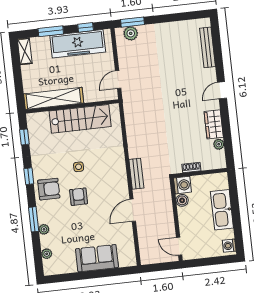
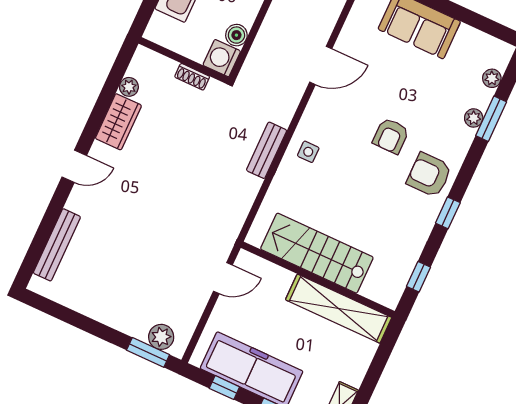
side table: (79, 167) -> (308, 152), moved
bench: (136, 174) -> (267, 150), moved
window: (34, 219) -> (491, 119), moved

